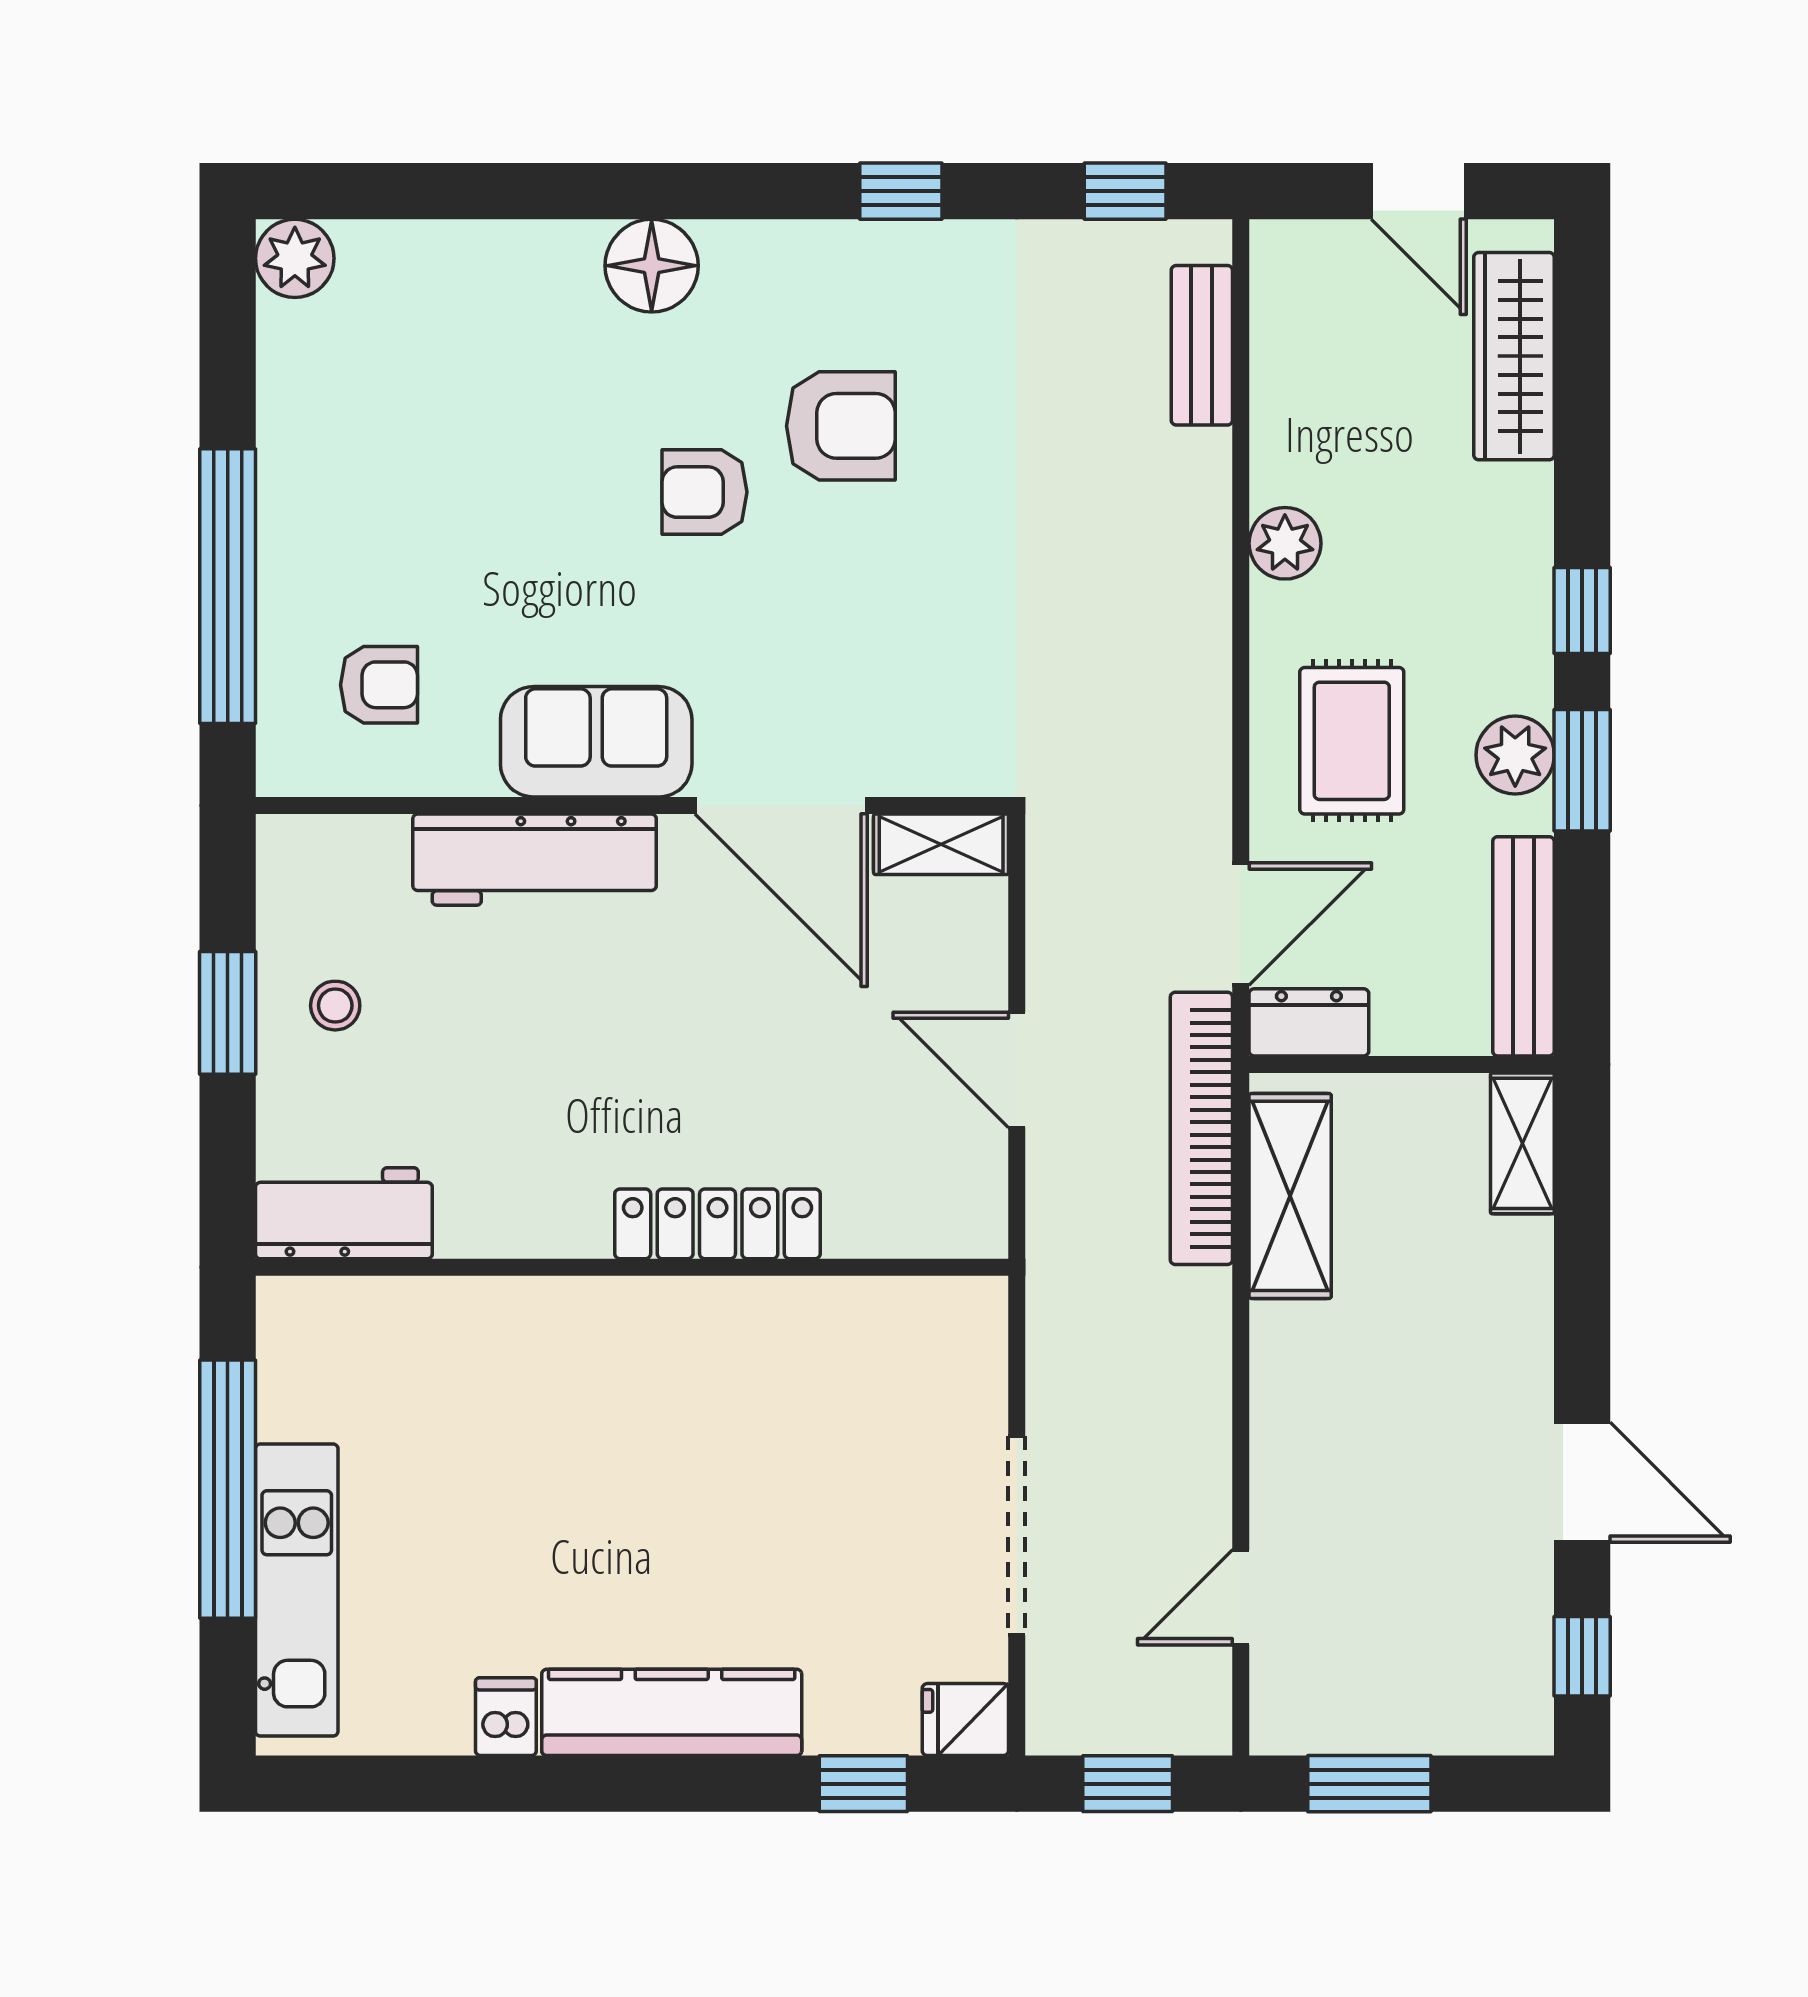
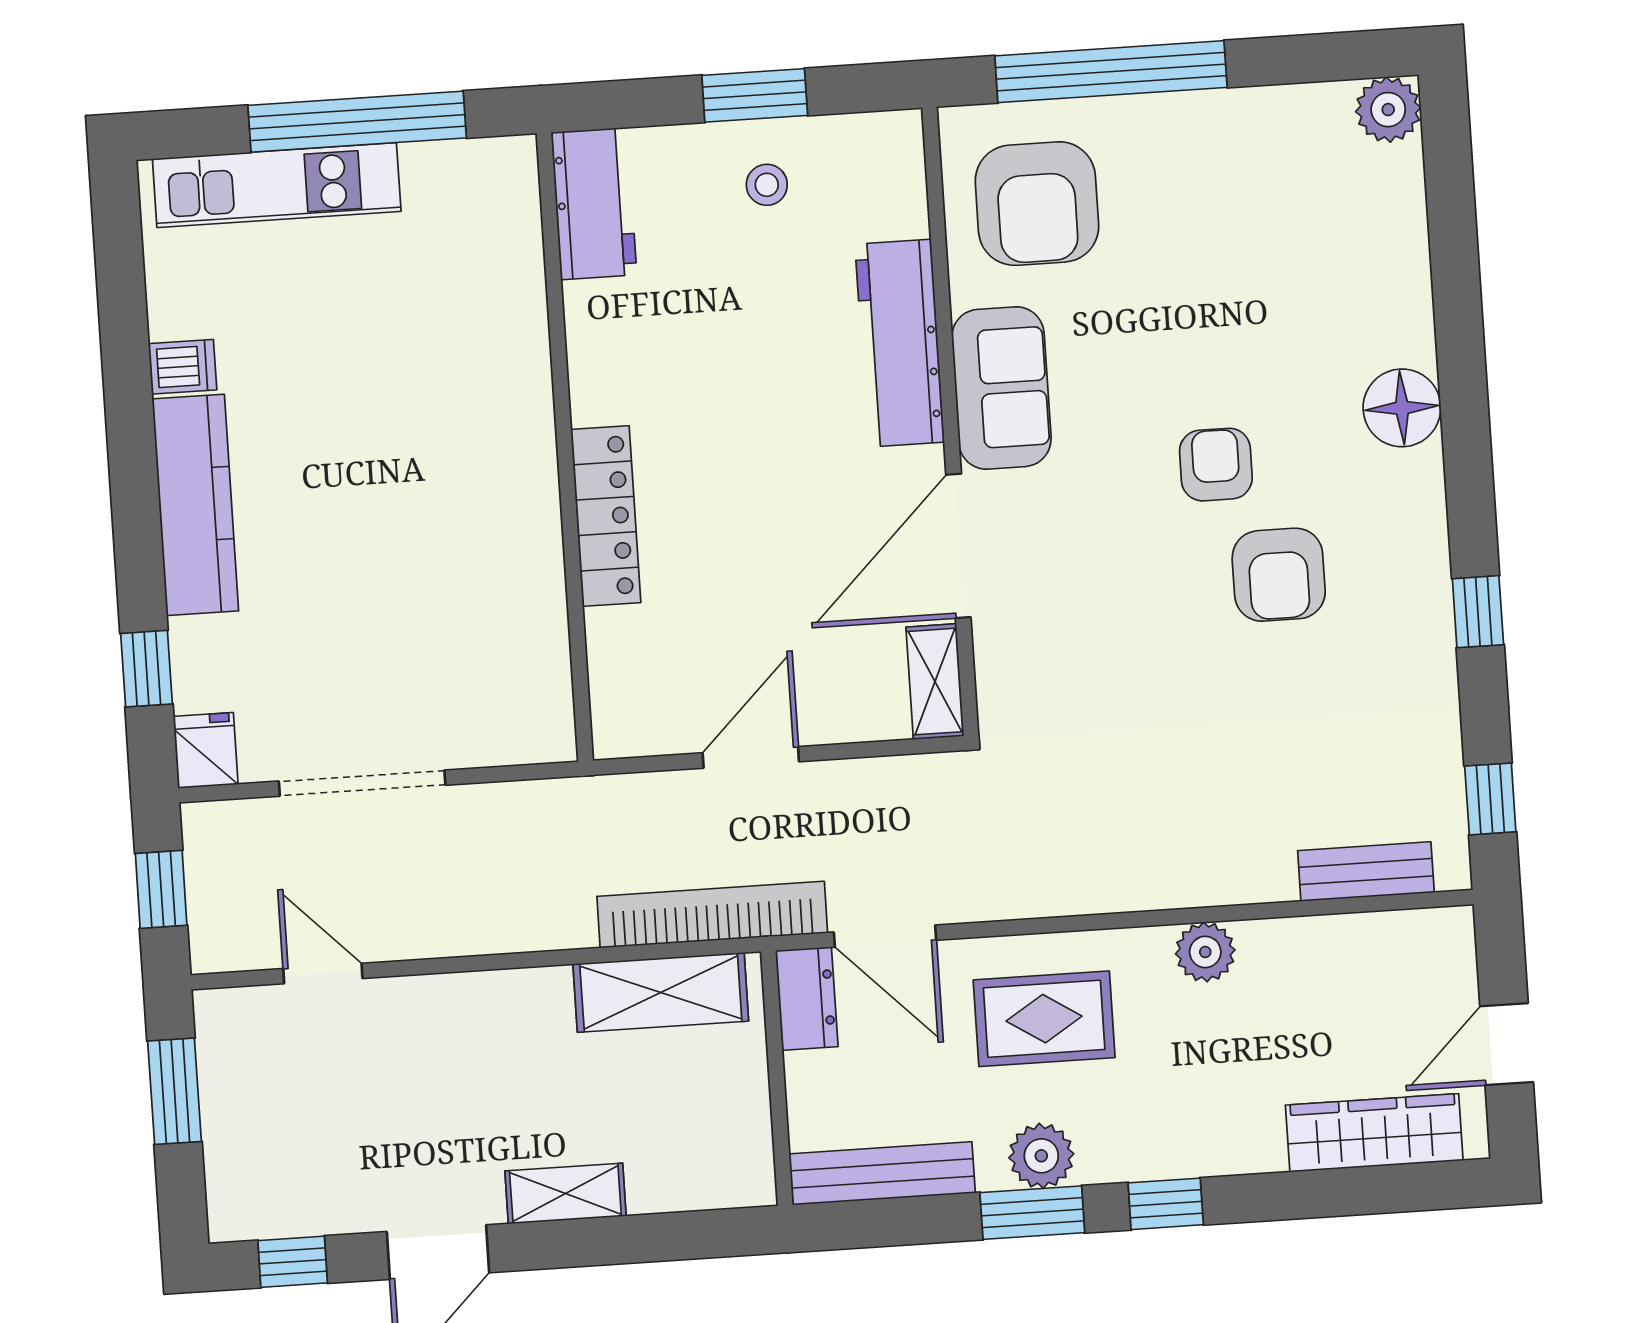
armchair: (379, 685) -> (1037, 204), width x1.88, depth x1.88
shelving: (1522, 1143) -> (565, 1194), moved

